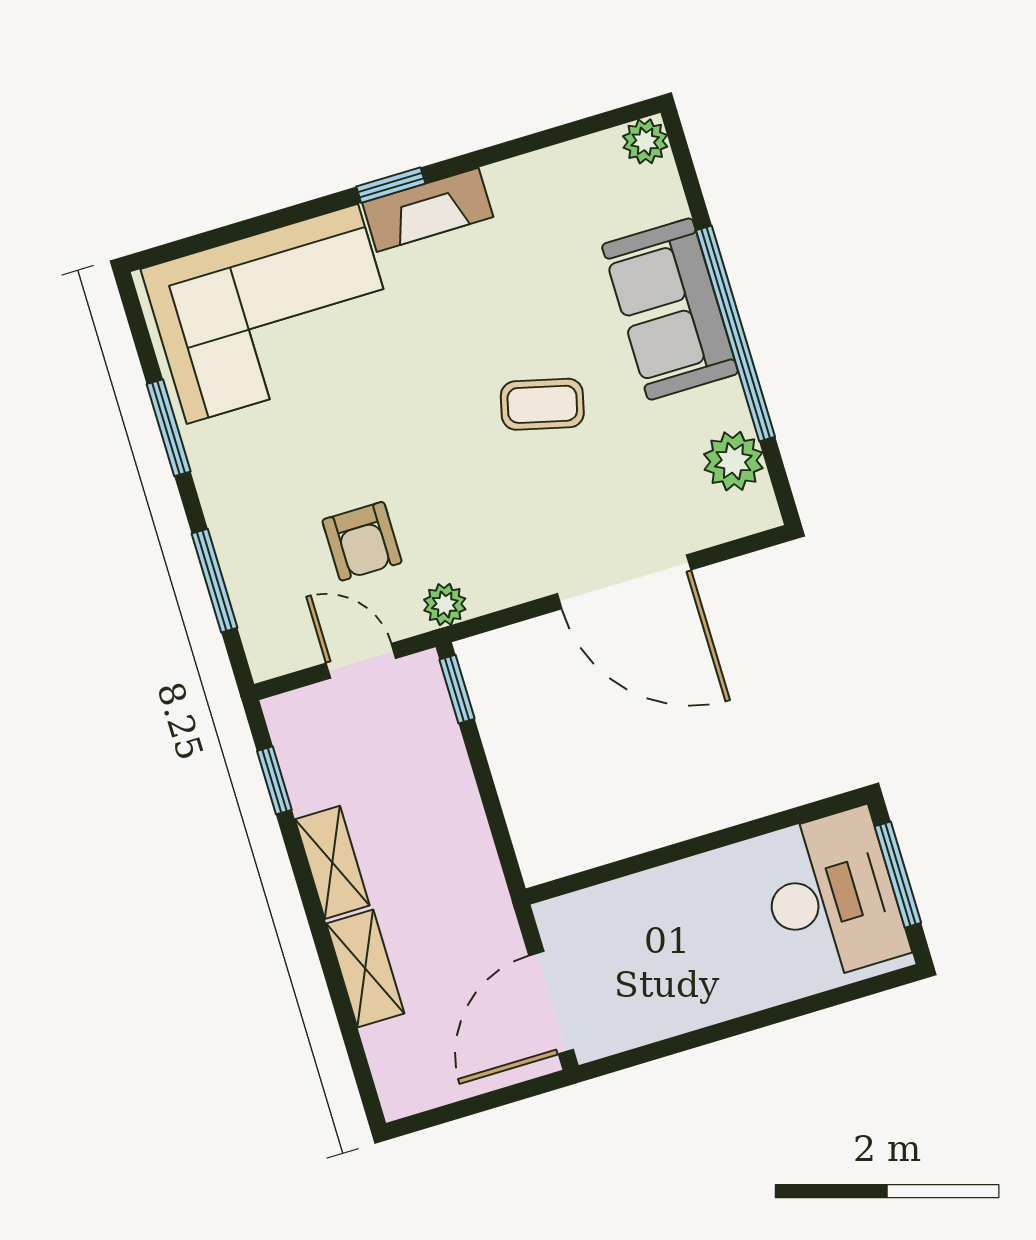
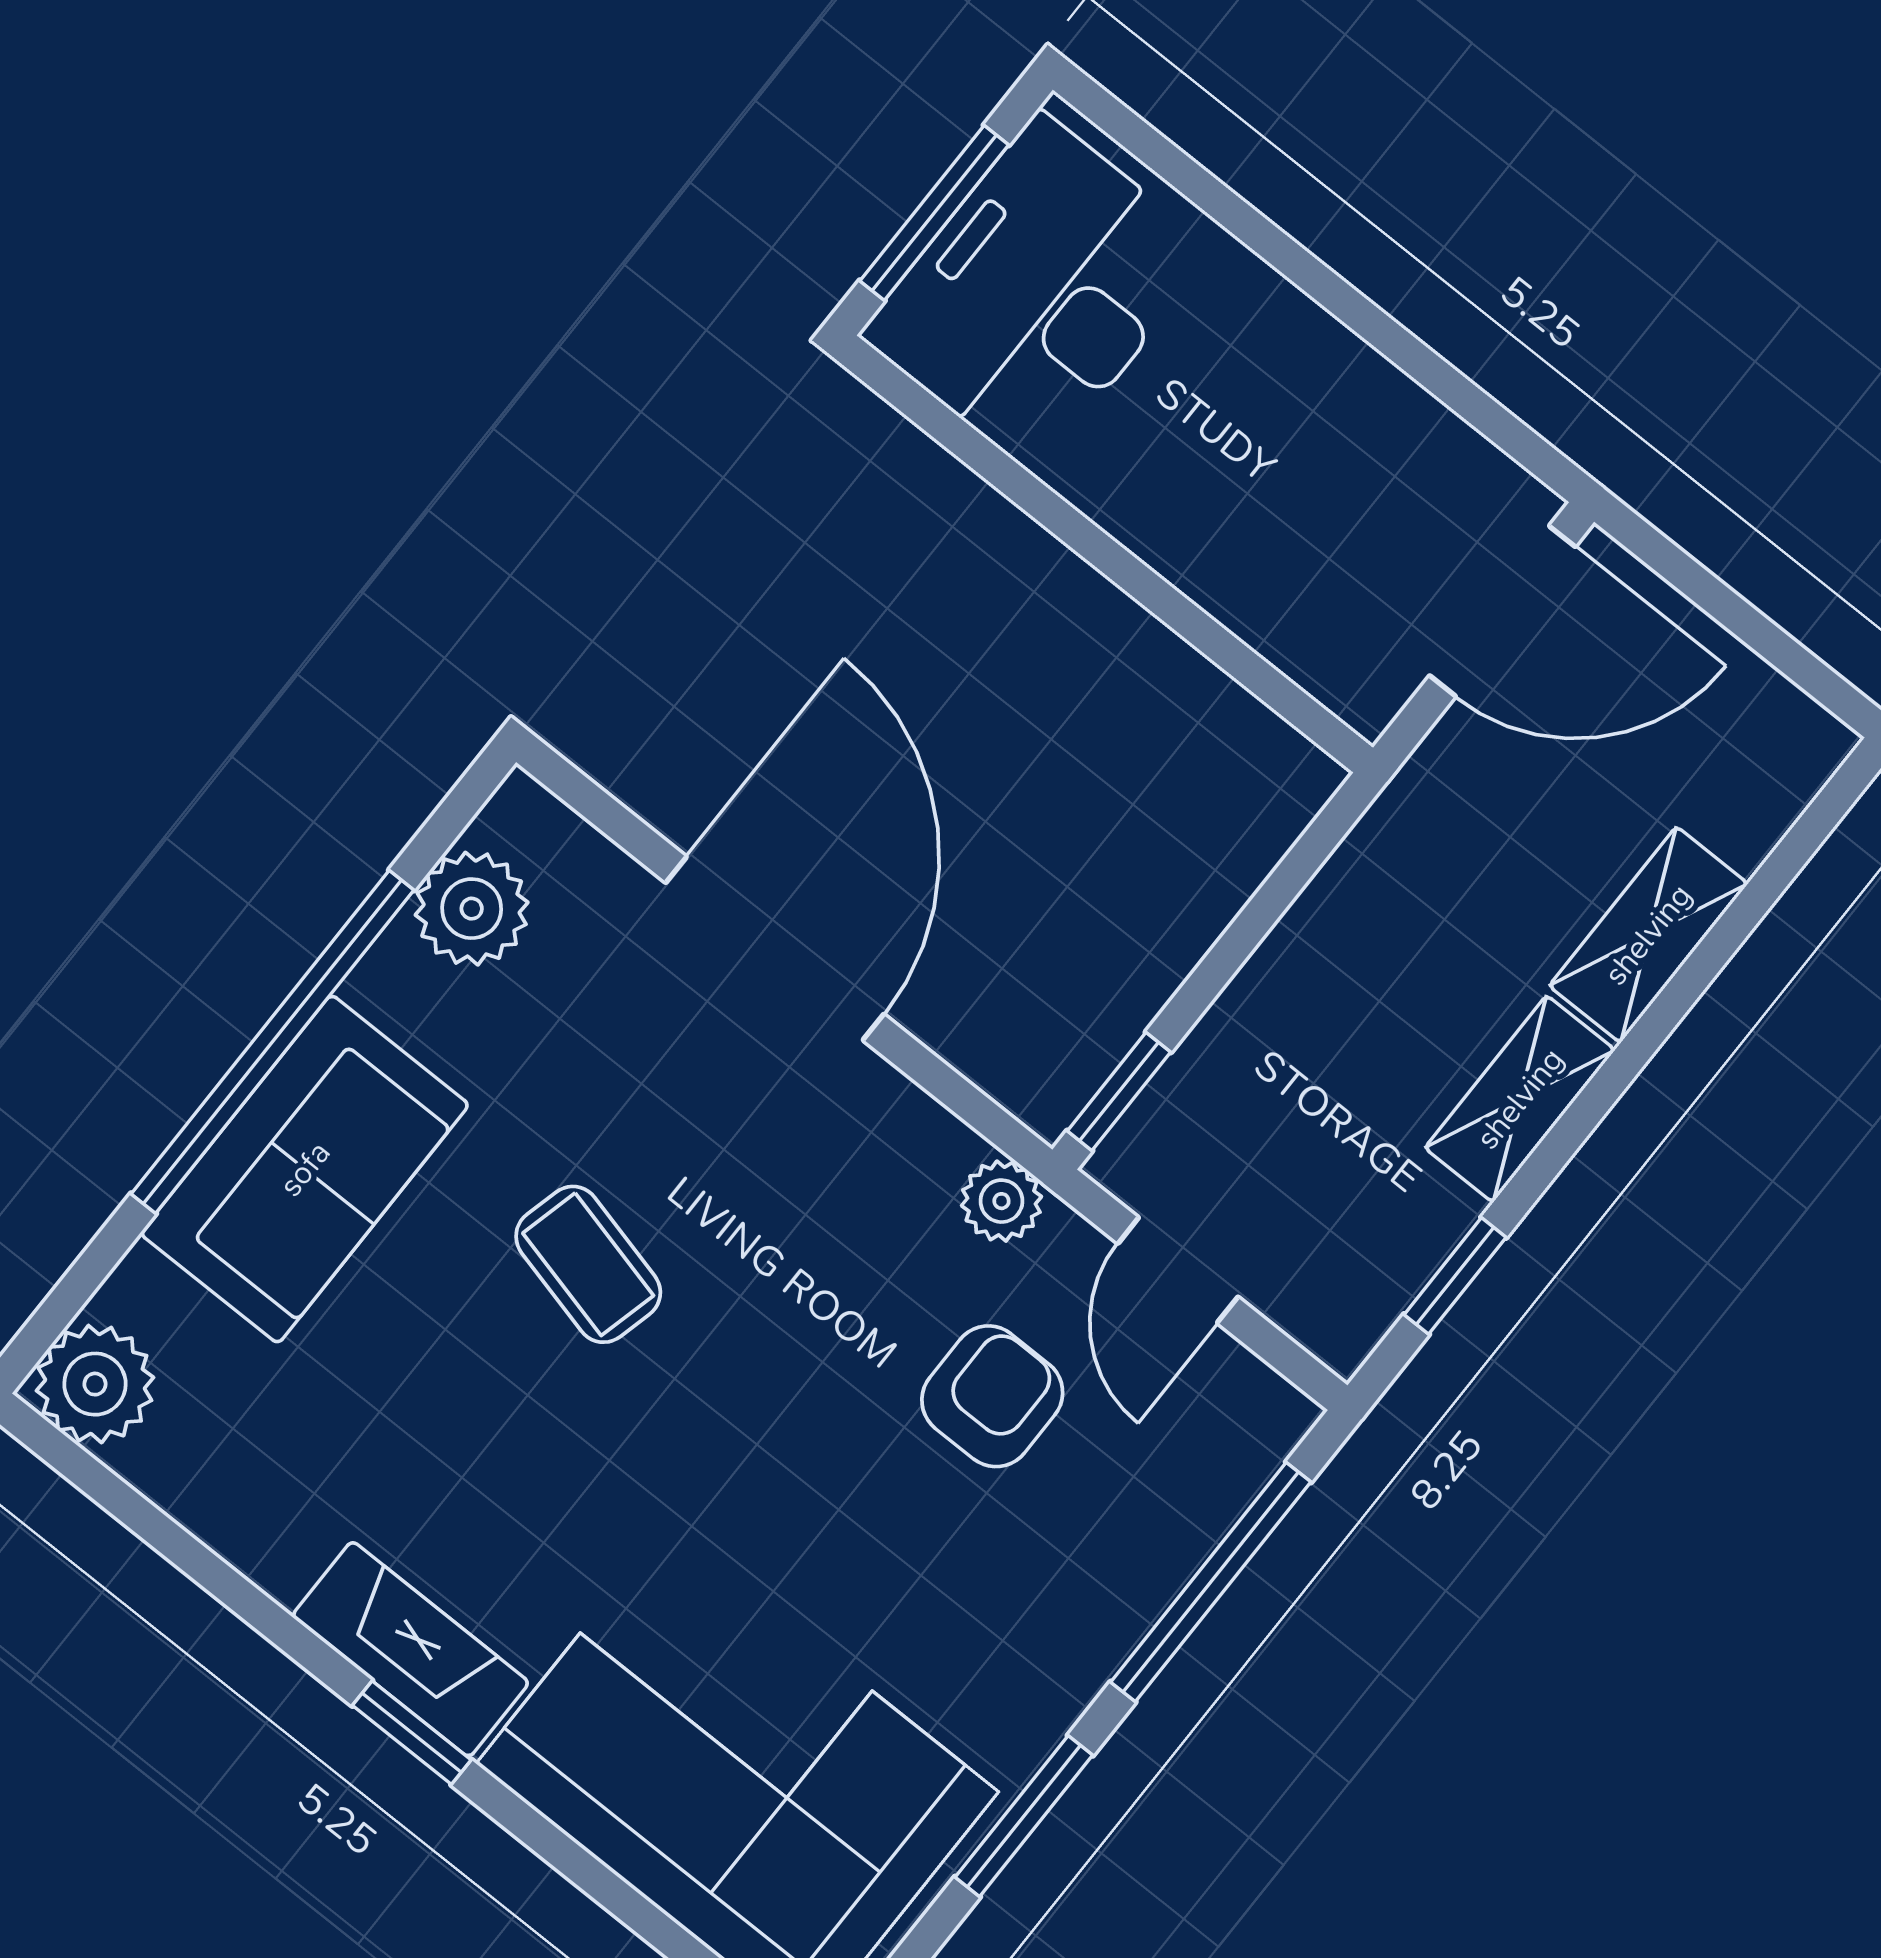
plant: (645, 141) -> (95, 1384), width x1.38, depth x1.38
window: (214, 581) -> (1211, 1582), width x1.44

